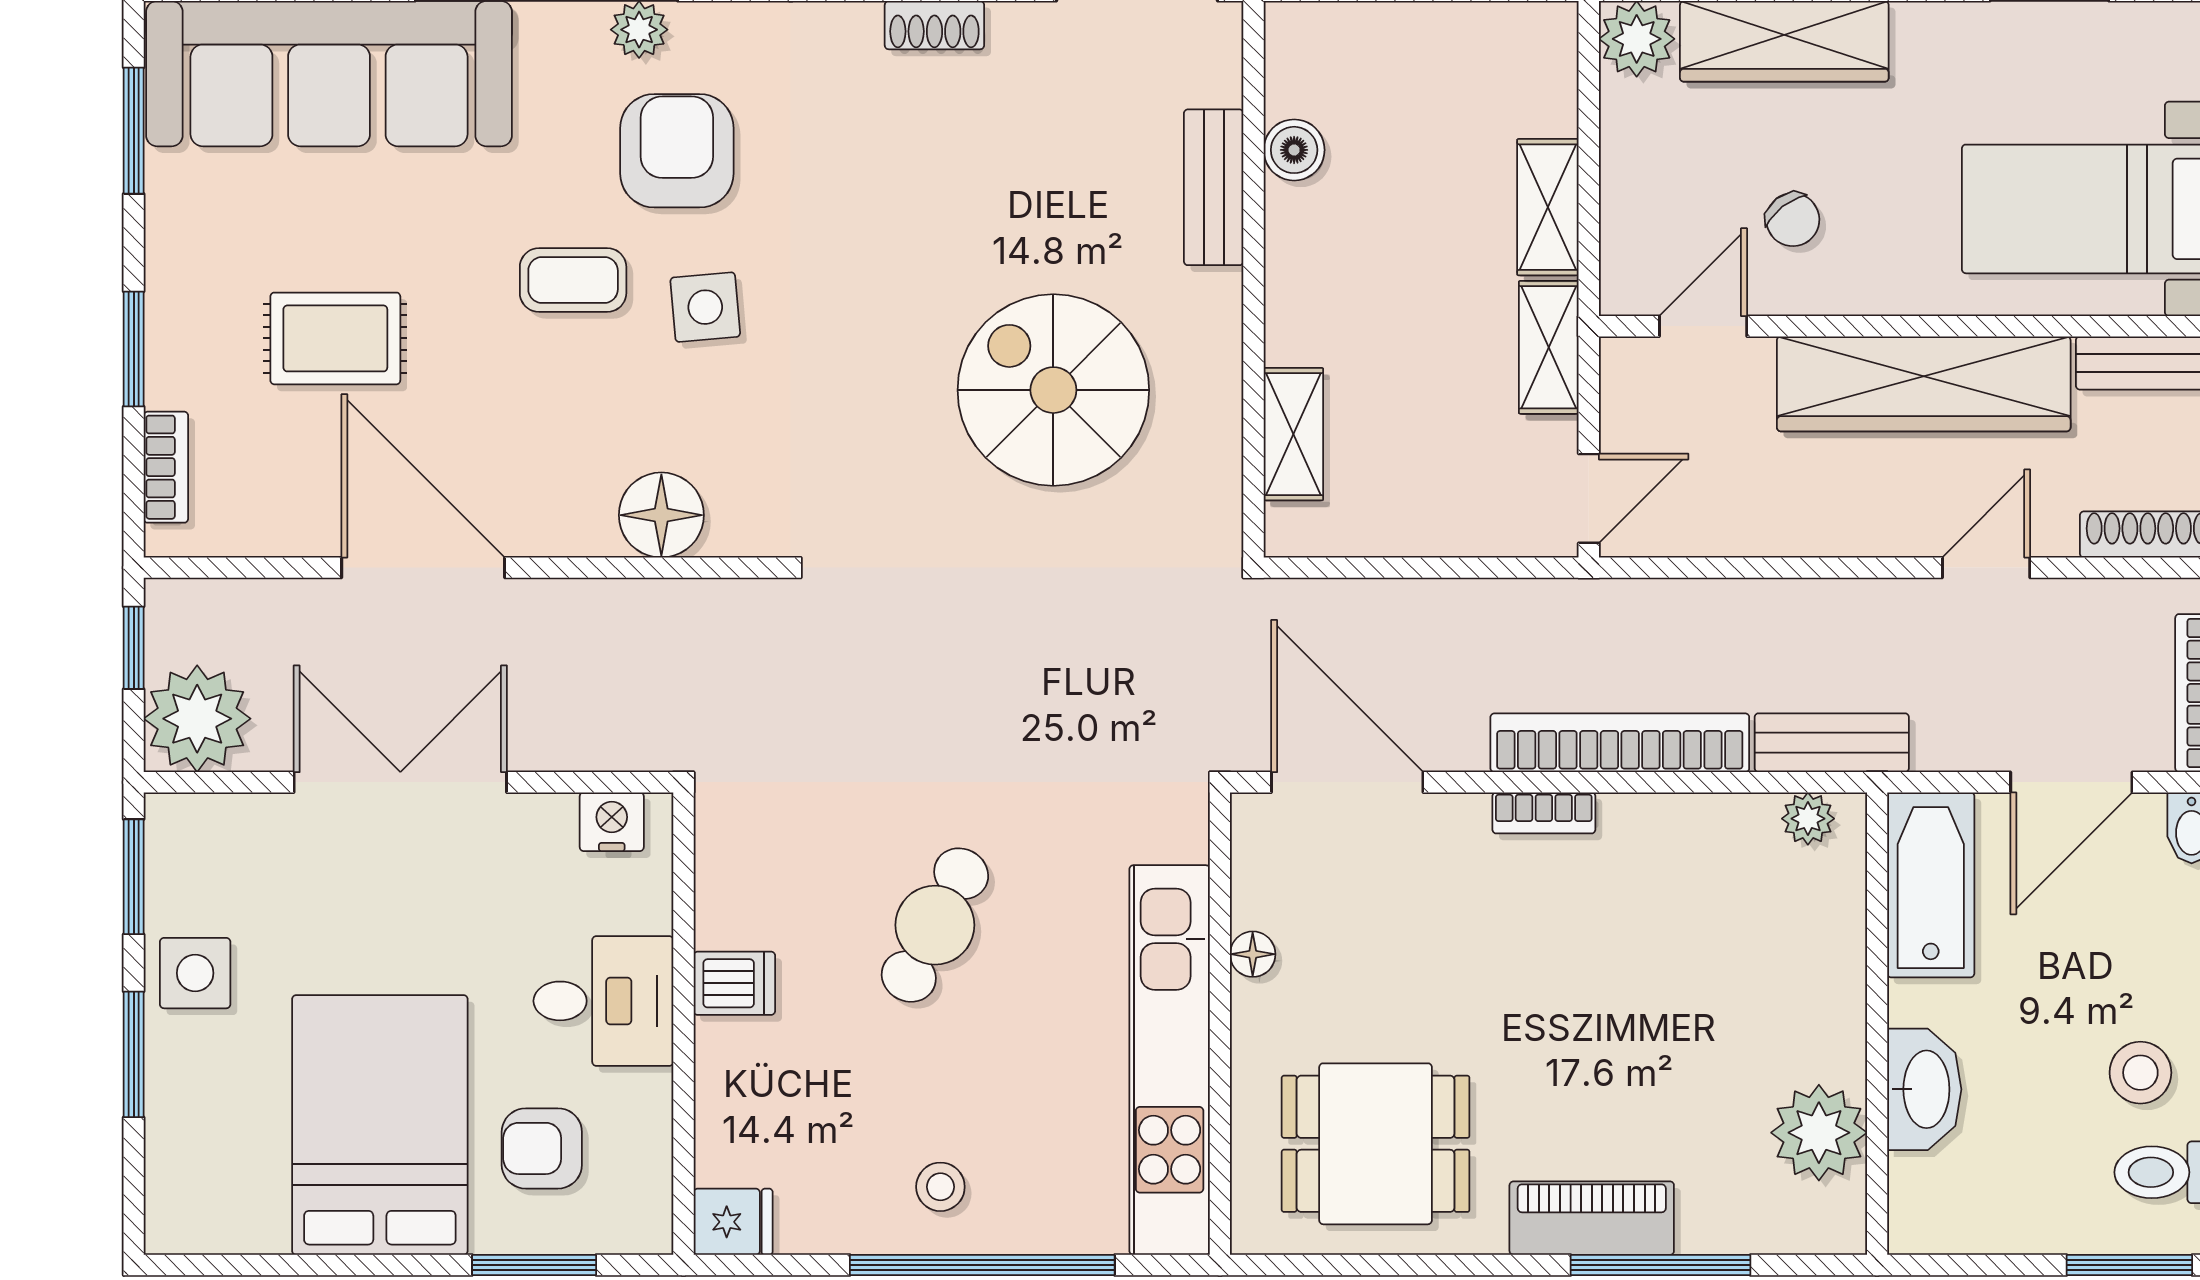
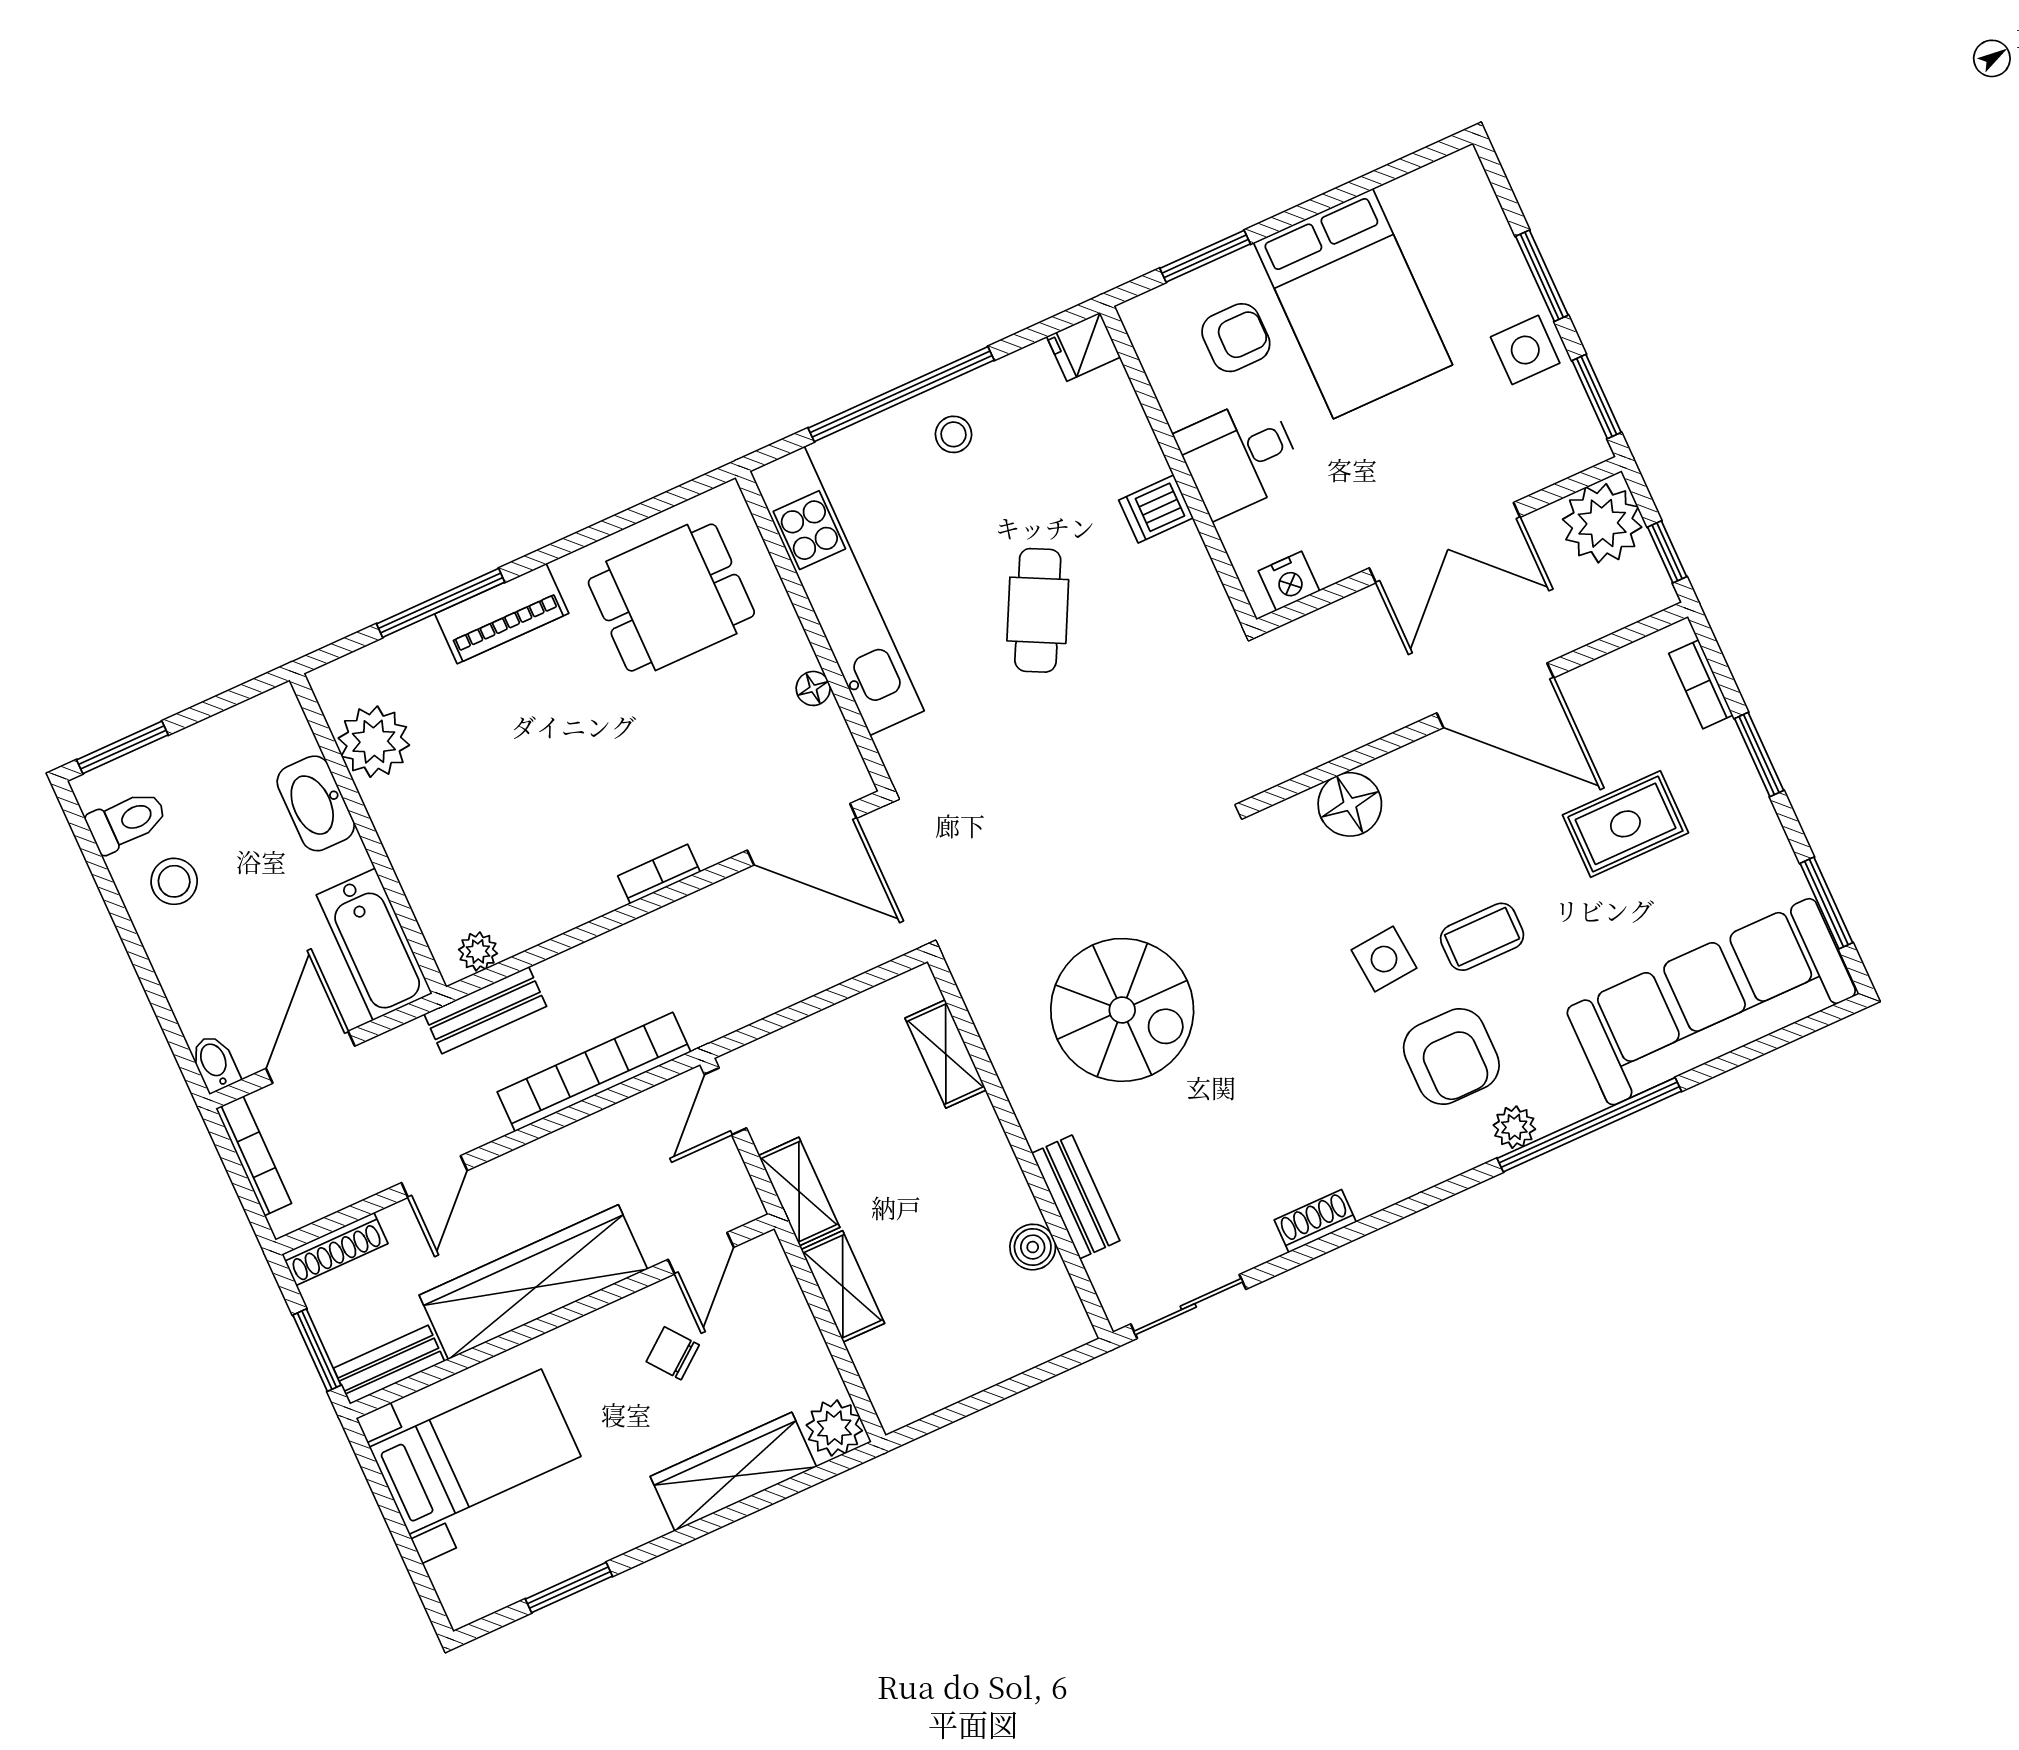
bookcase: (1620, 743) -> (594, 1072), moved, turned 180

